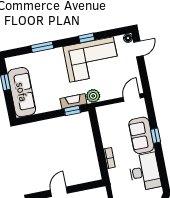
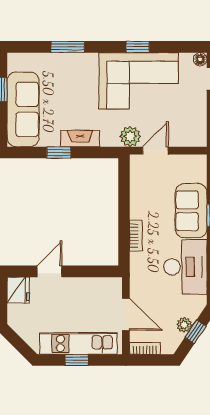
door: (132, 98) -> (155, 151), moved
fireplace: (73, 101) -> (80, 139), moved
window: (72, 111) -> (59, 153), moved

